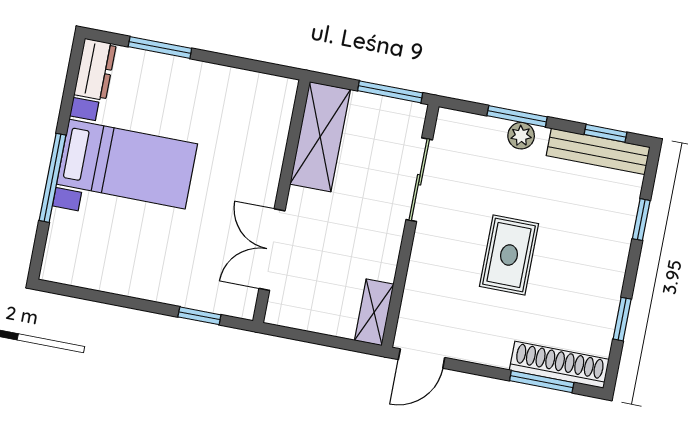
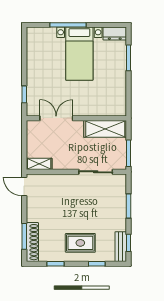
plant: (521, 136) -> (121, 209), removed
bench: (598, 151) -> (121, 247), width x0.73
rug: (509, 255) -> (80, 243), moved

